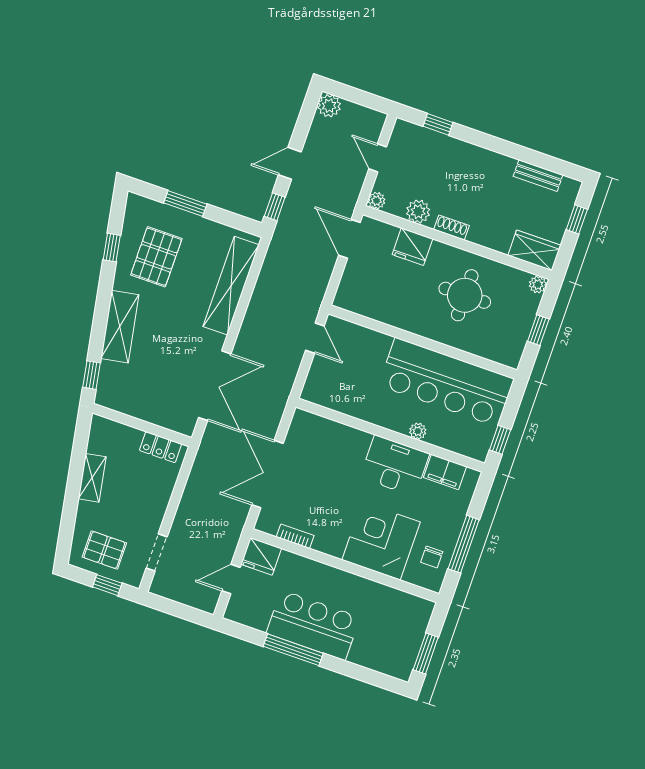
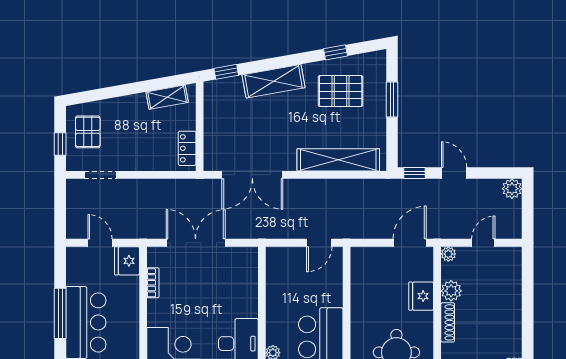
window: (438, 124) -> (528, 282), removed
shoe rack: (451, 228) -> (448, 322), width x1.43
shelving: (92, 478) -> (167, 97), moved

